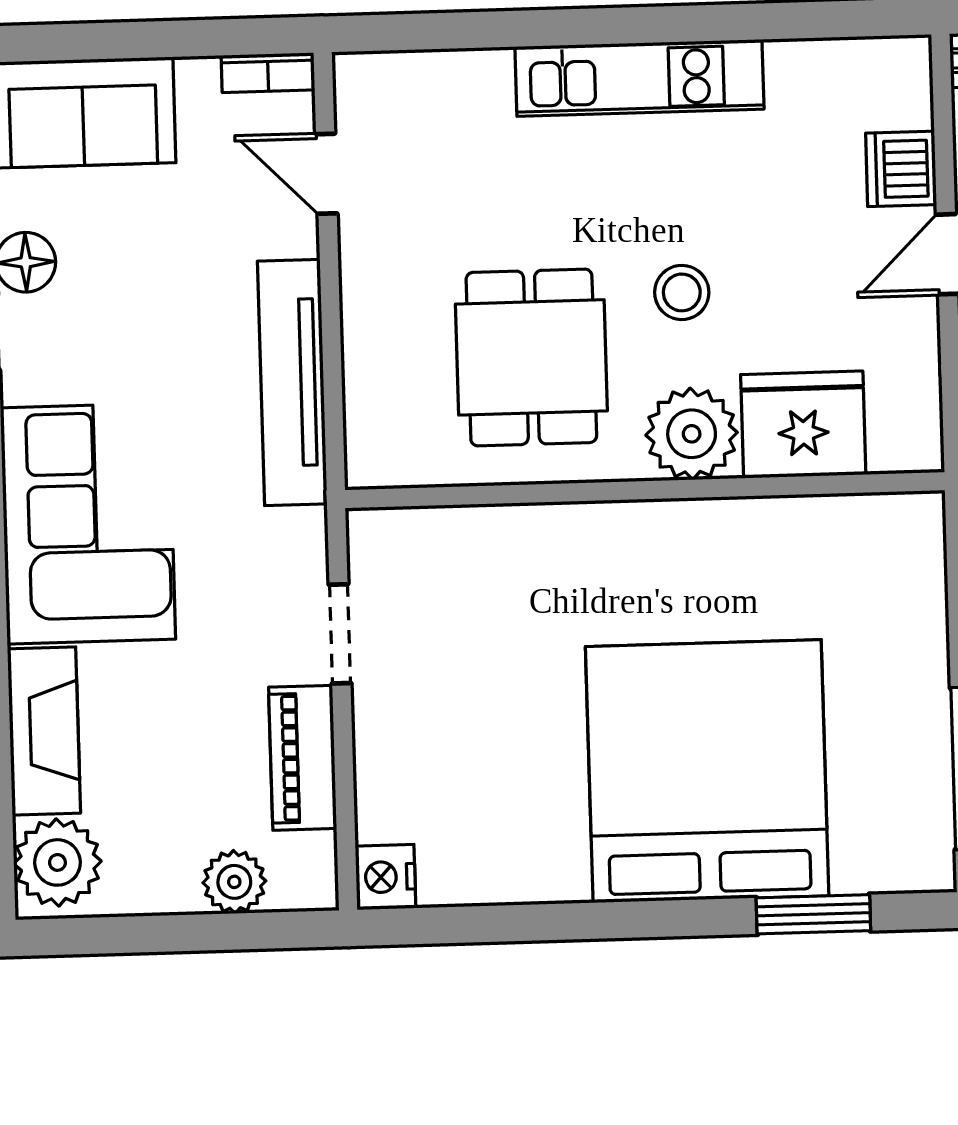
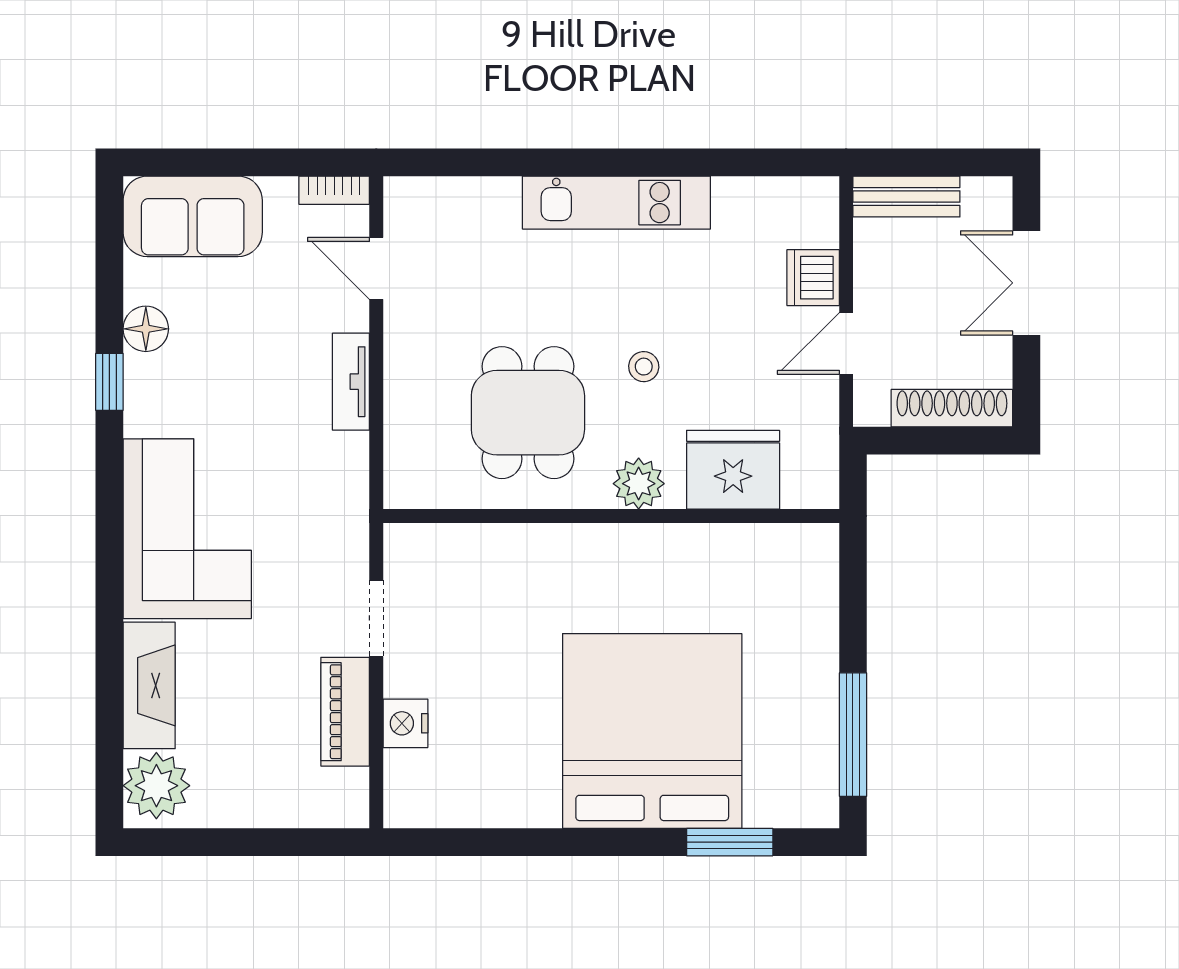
stool: (682, 292) -> (644, 367), width x0.73, depth x0.73
tv unit: (292, 382) -> (351, 382), width x0.52, depth x0.78
plant: (692, 434) -> (639, 484), width x0.73, depth x0.73
nightstand: (386, 877) -> (405, 723), moved
plant: (234, 882) -> (290, 804), removed

